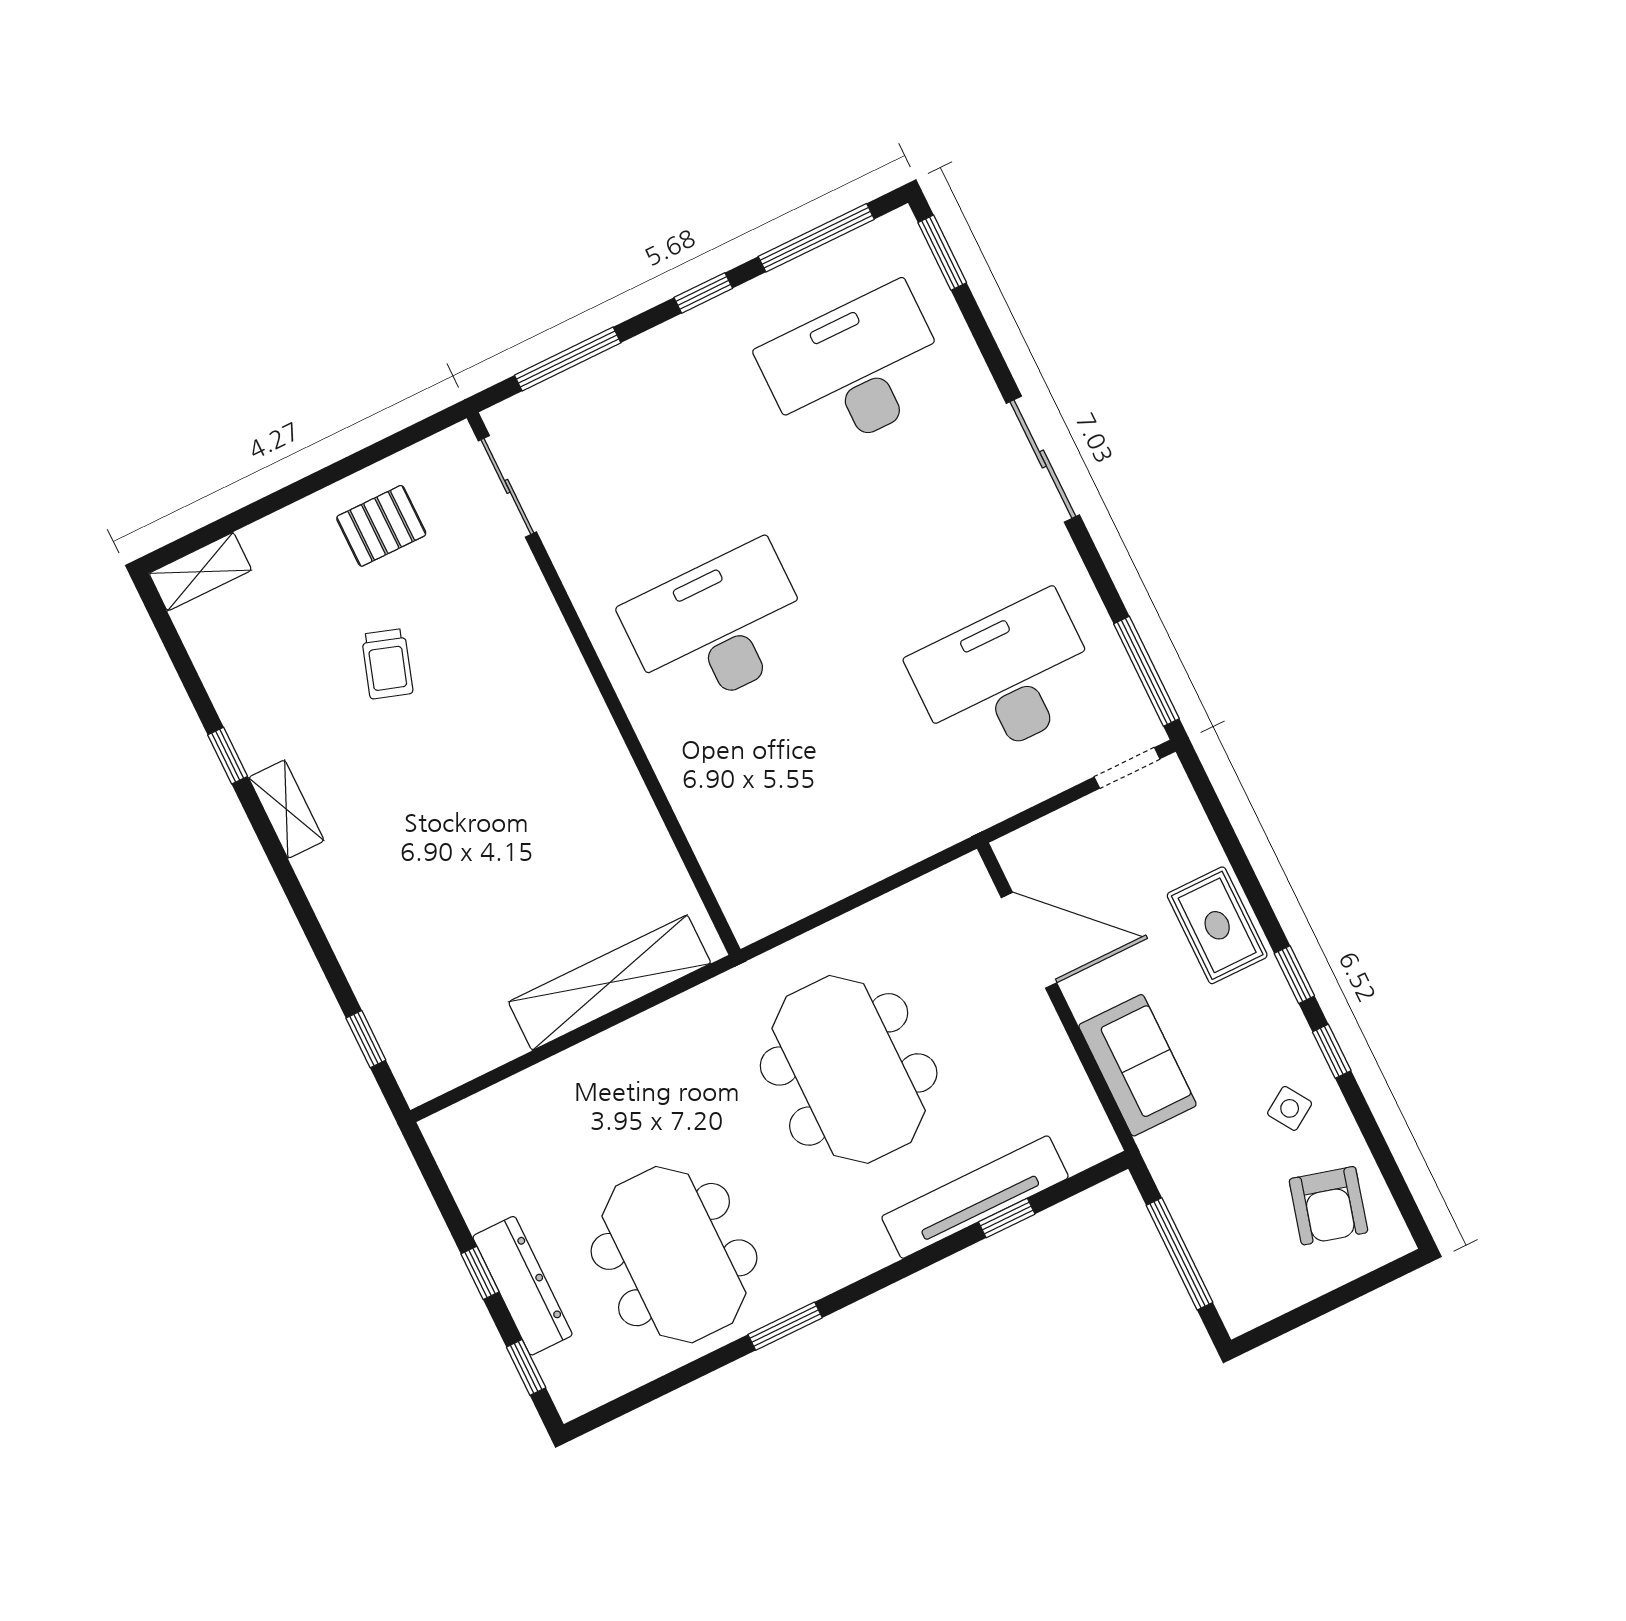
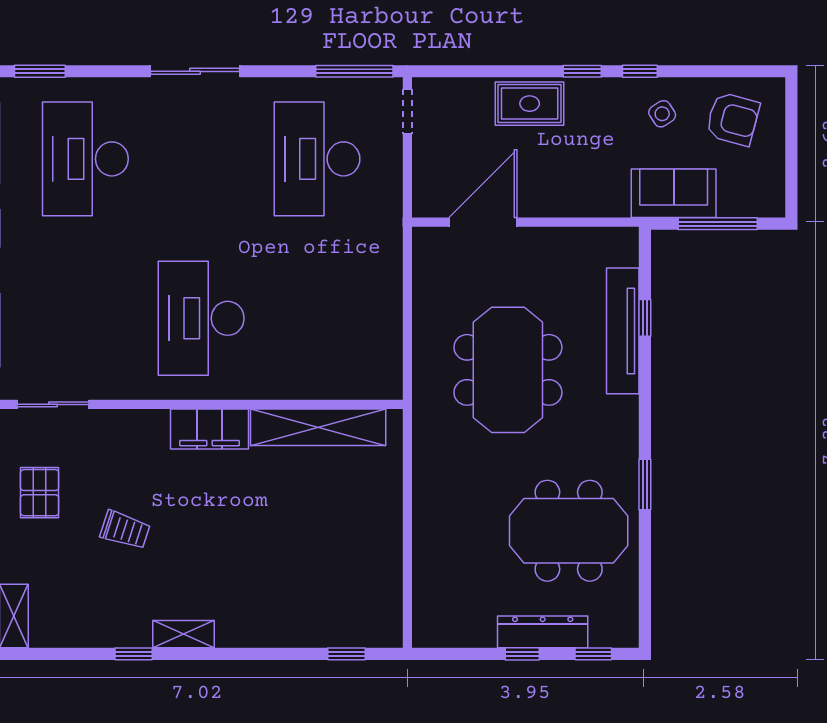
filing cabinet: (576, 711) -> (210, 429), added
shelving: (610, 983) -> (318, 427), moved, turned 90
sofa: (1138, 1065) -> (674, 193), moved
meeting table: (849, 1069) -> (508, 370), turned 90

